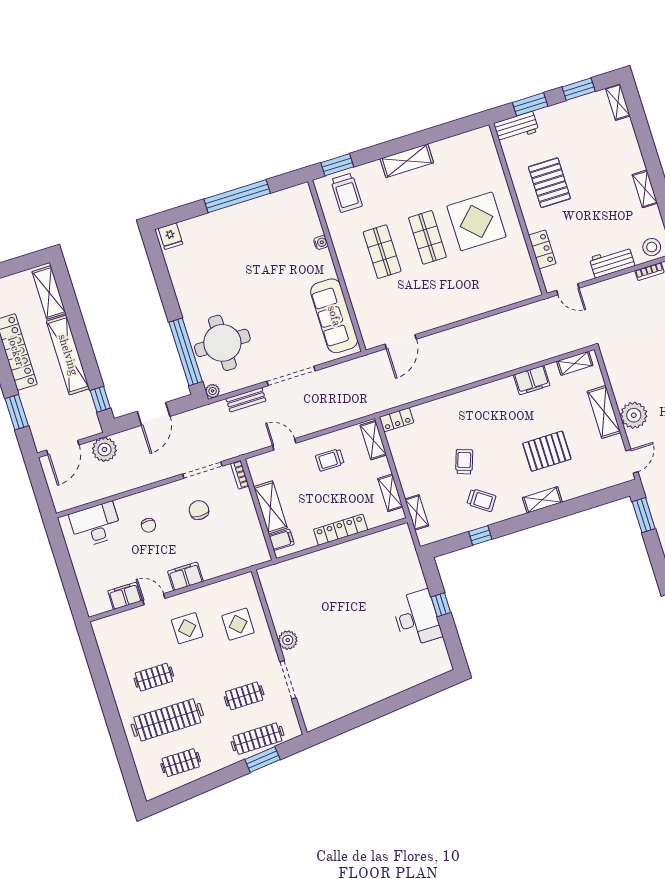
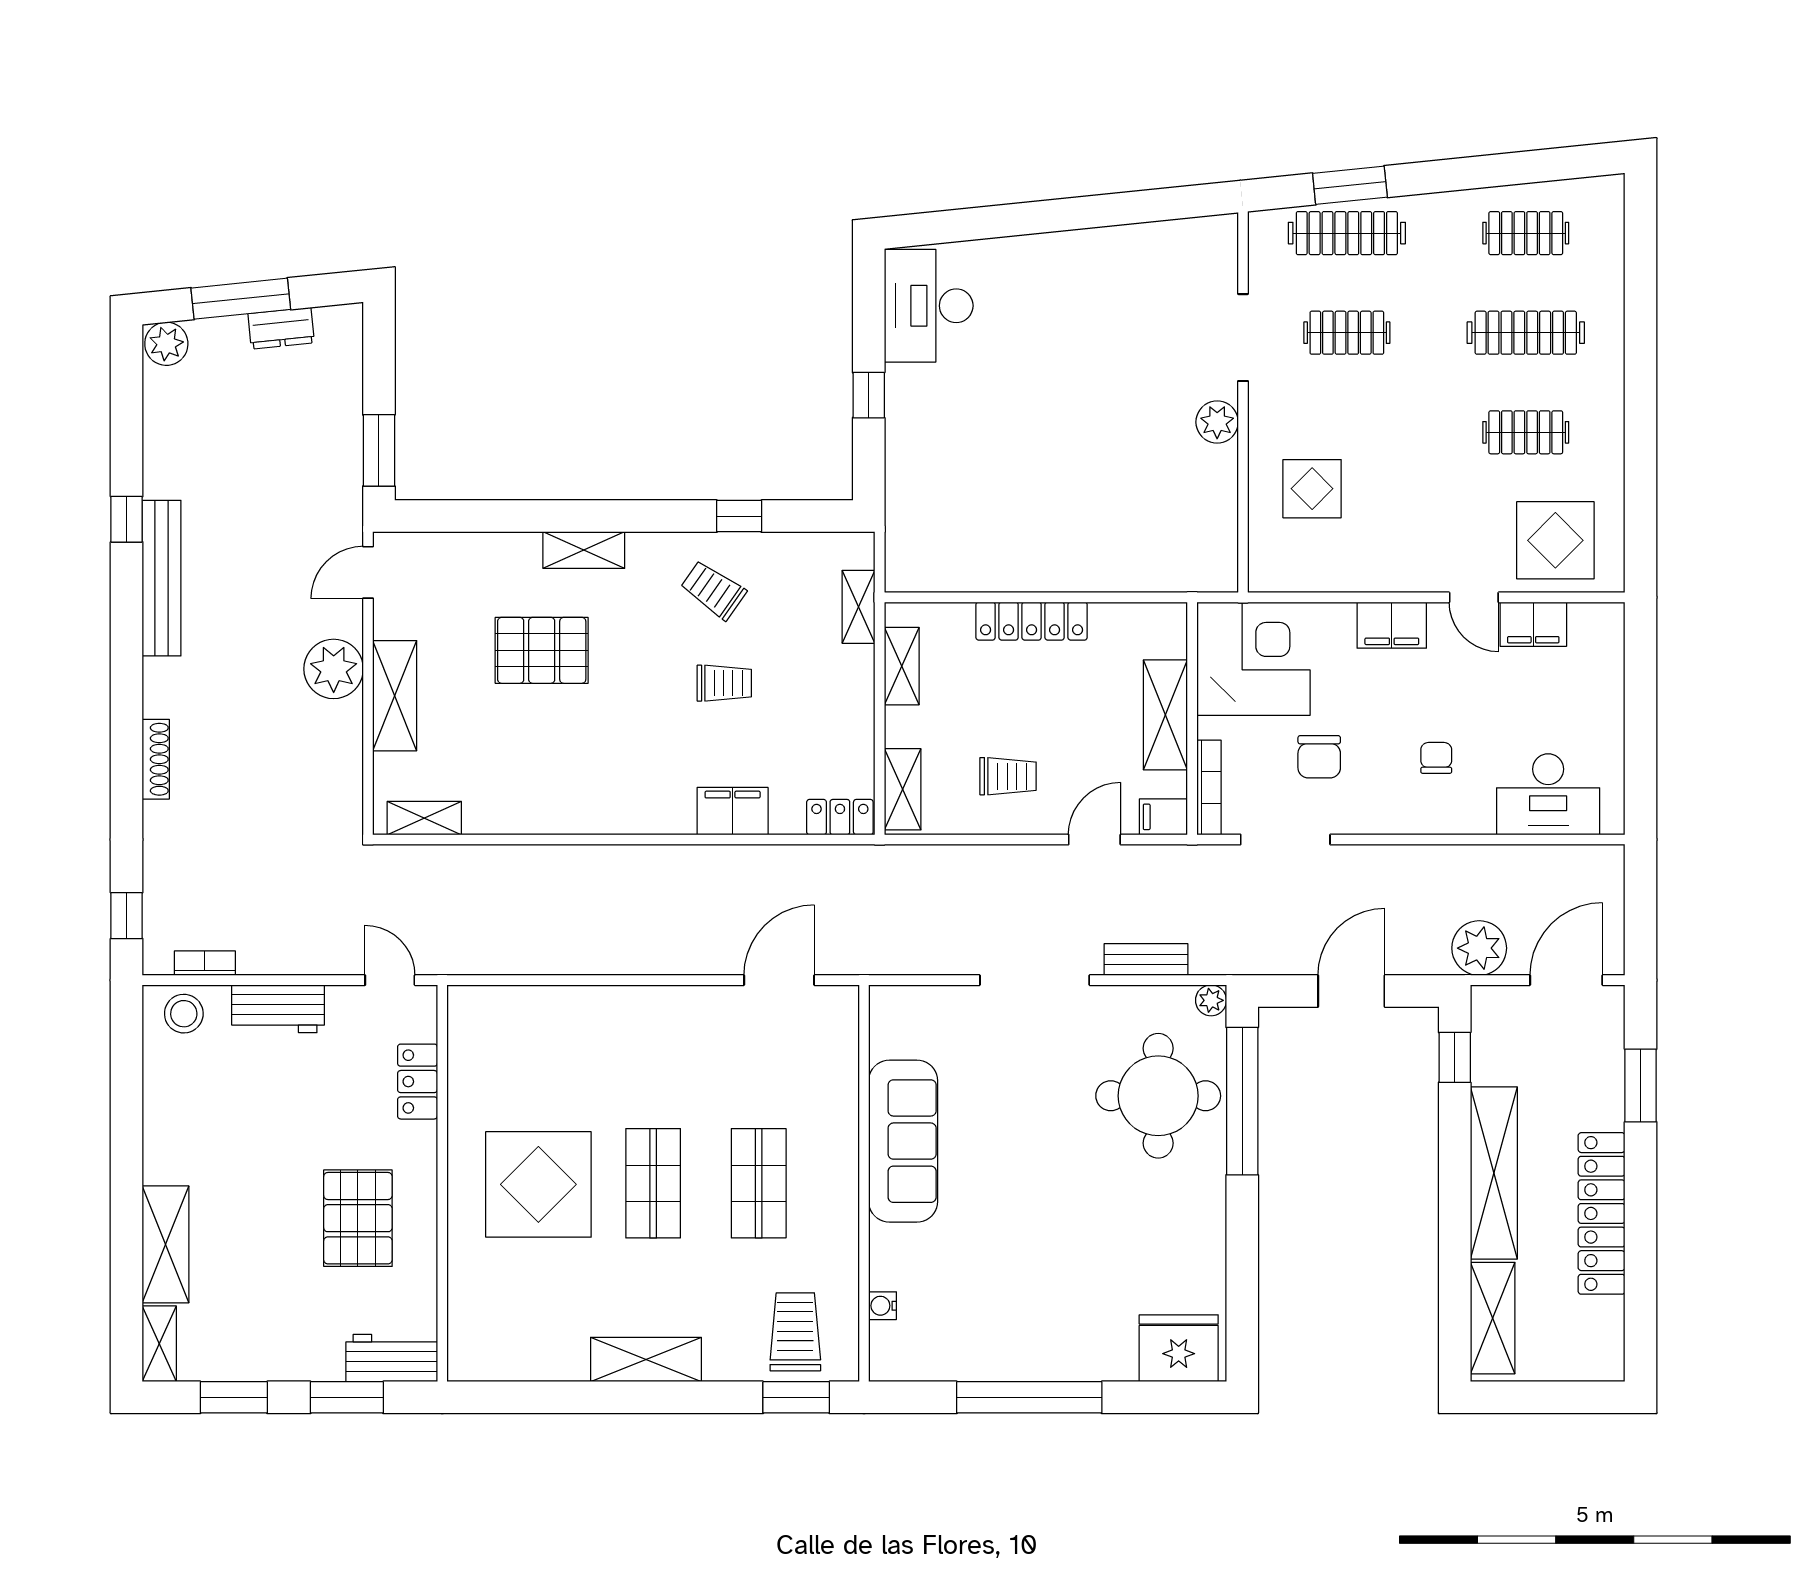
shelving: (645, 189) -> (166, 1244), moved, width x1.50, depth x1.33
fridge: (171, 236) -> (1179, 1348), width x1.88, depth x1.34
water cooler: (321, 243) -> (883, 1306), moved
sofa: (334, 316) -> (903, 1141), moved
filing cabinet: (532, 380) -> (733, 811), moved
door: (284, 444) -> (1094, 840), swing flipped
trolley: (464, 462) -> (724, 683), turned -109
bookcase: (240, 475) -> (1209, 787), width x1.56
filing cabinet: (282, 540) -> (1163, 817), moved
corner desk: (240, 543) -> (1254, 659), added
desk: (417, 618) -> (929, 306), moved
display table: (187, 628) -> (1555, 540), moved, width x1.36, depth x1.36
clothes rail: (167, 720) -> (1526, 333), width x0.73, depth x0.76

